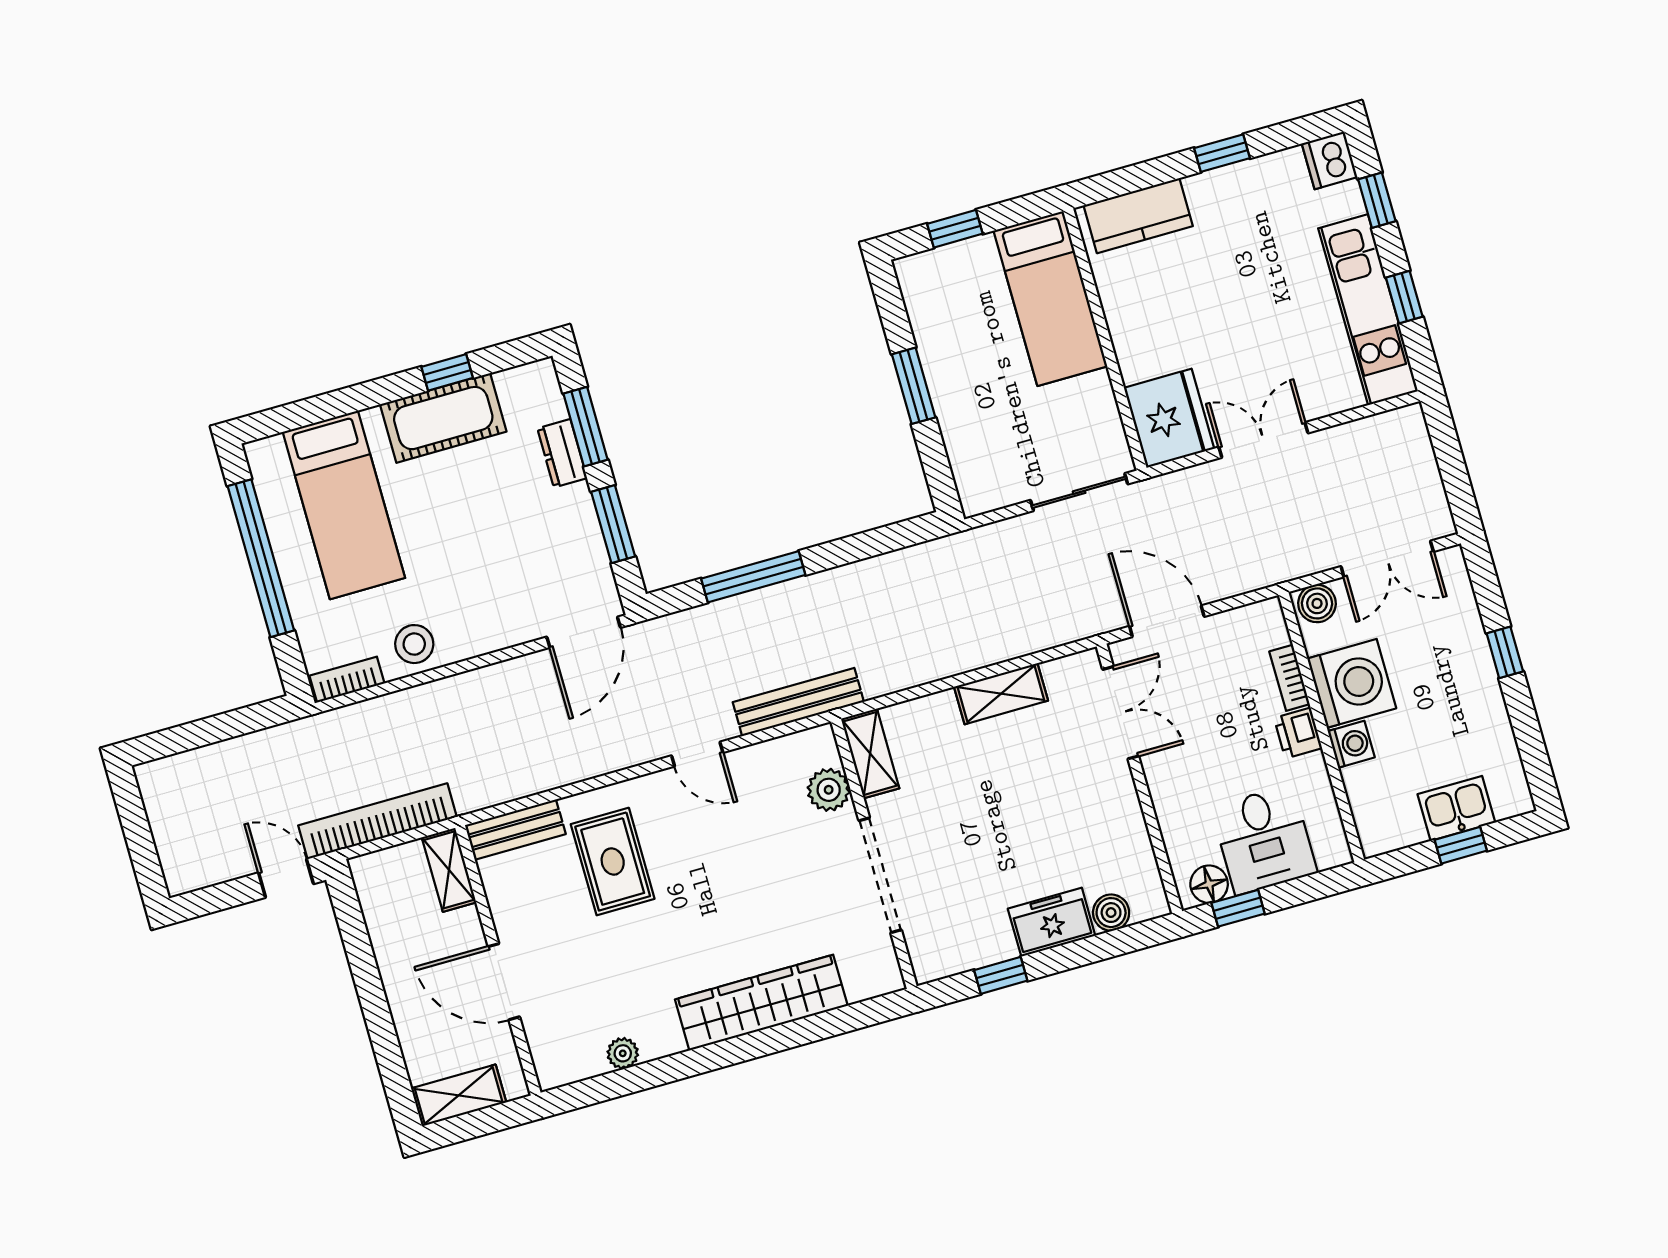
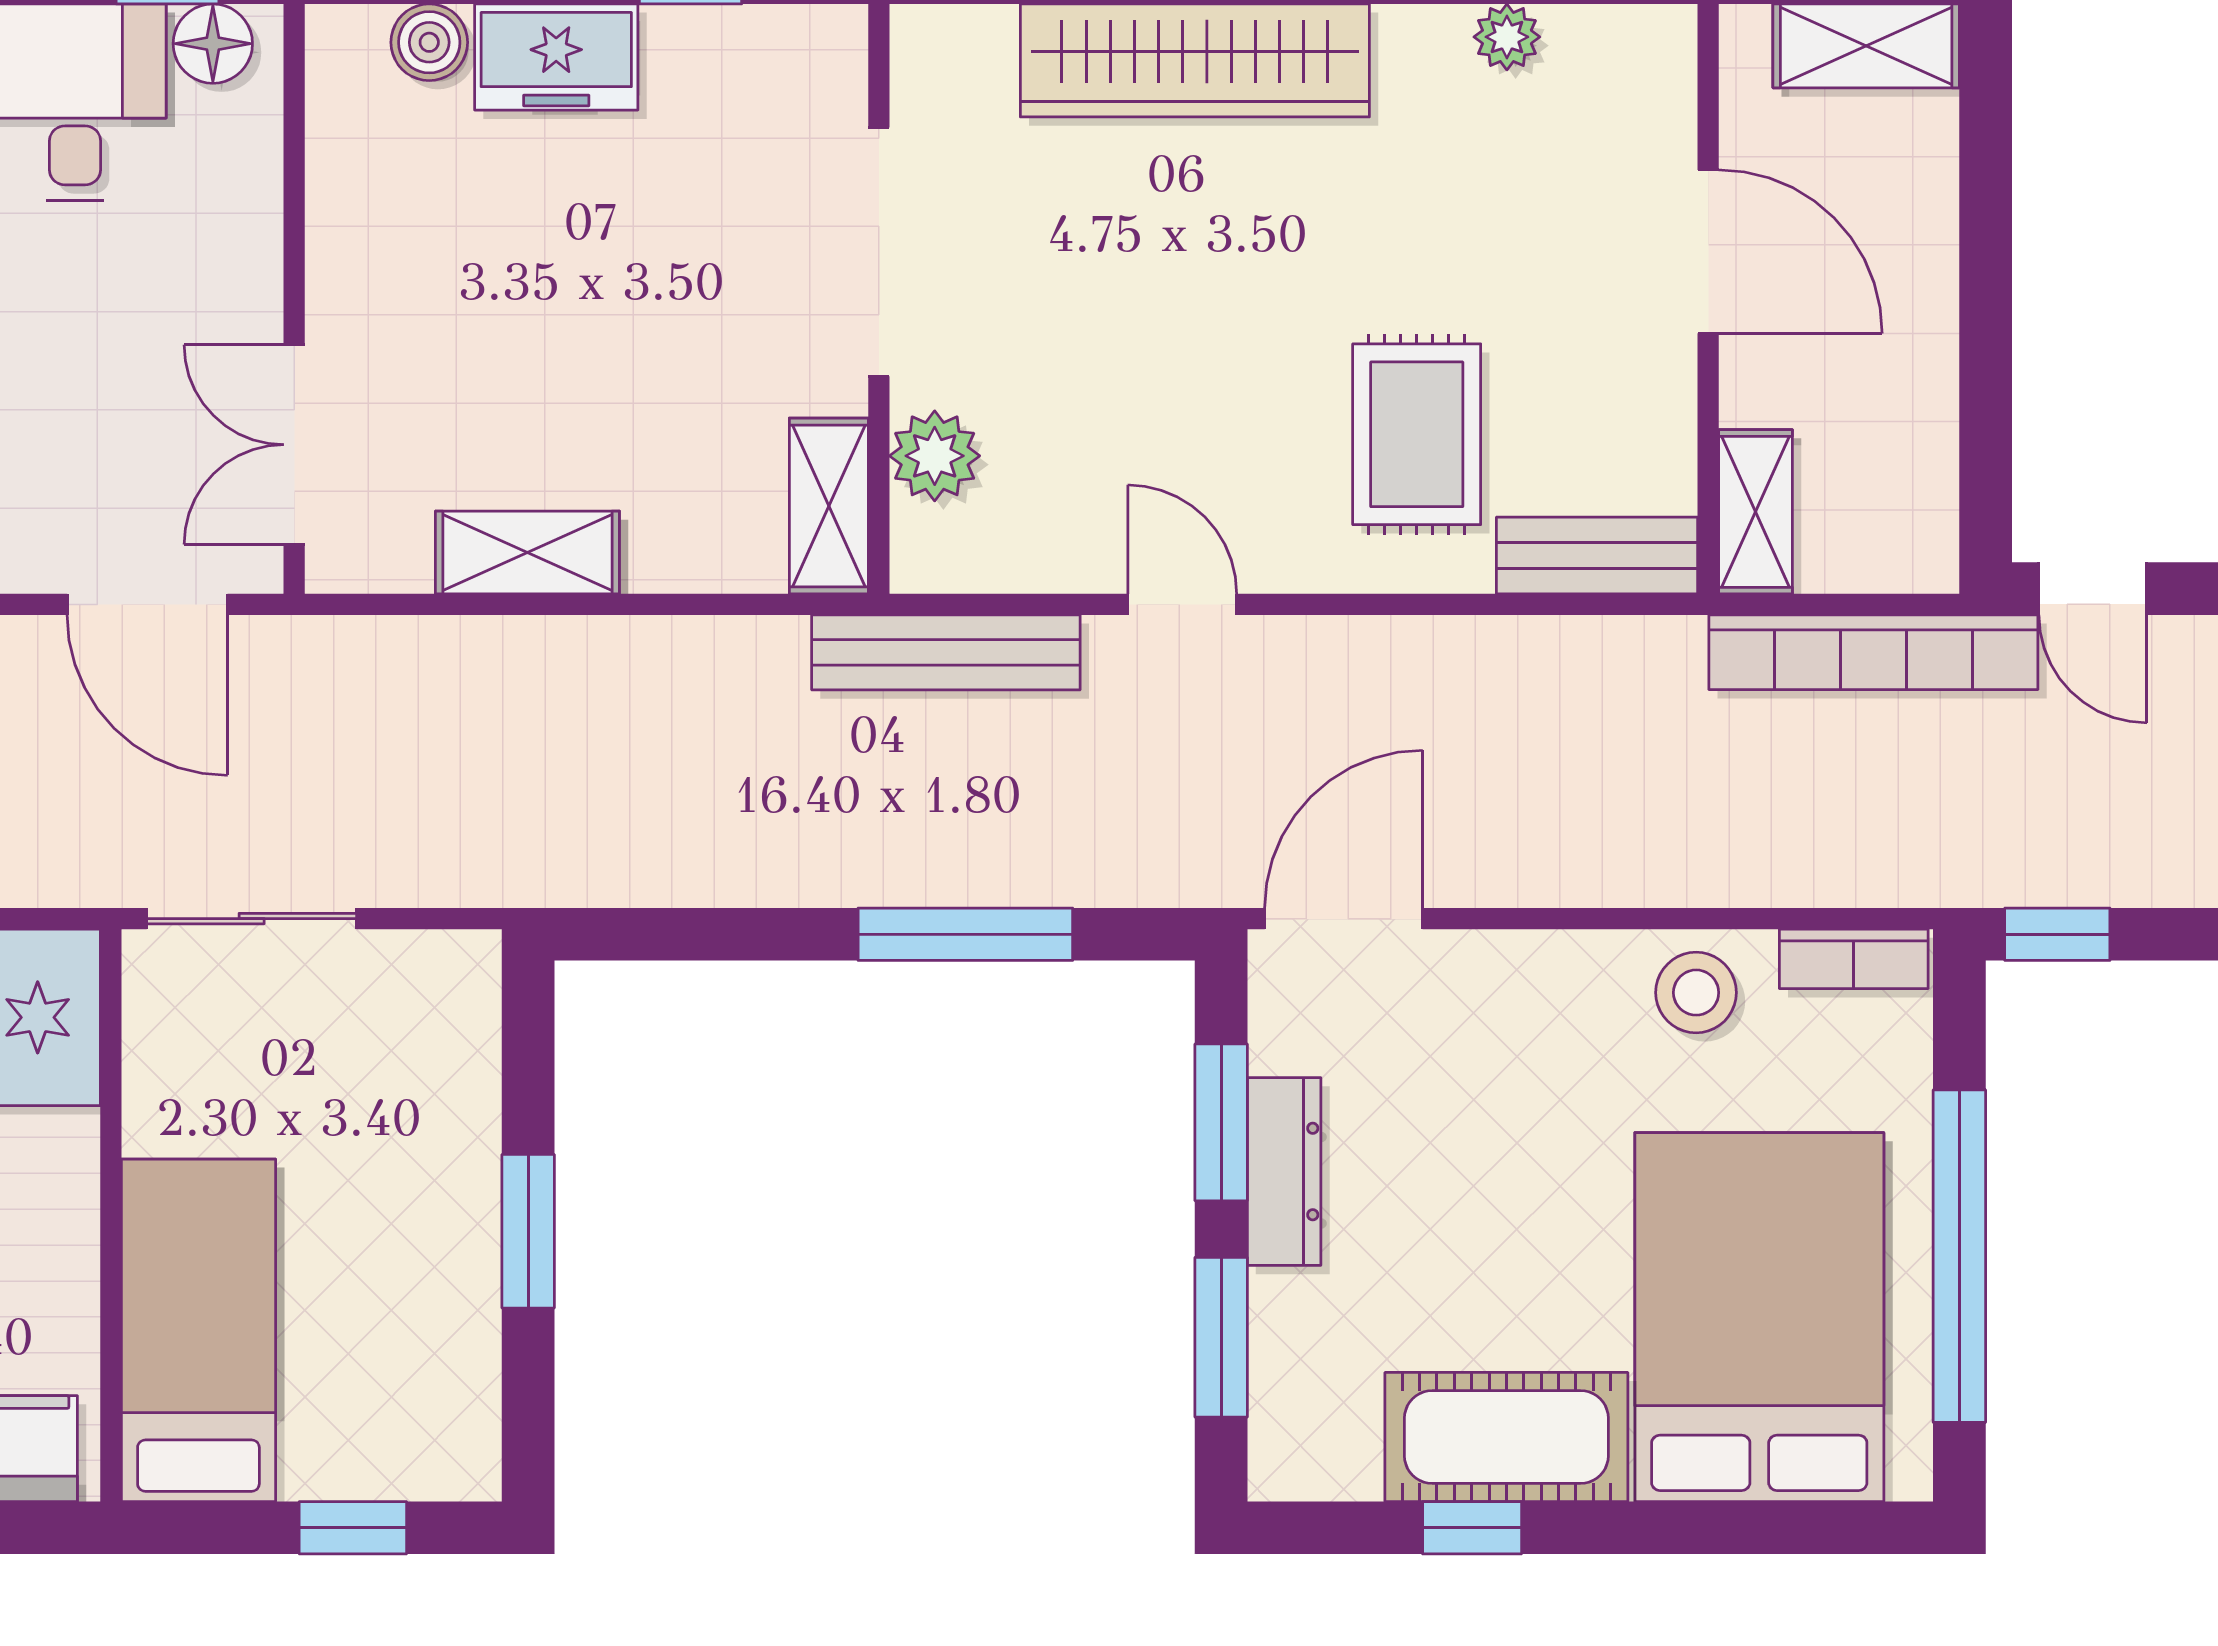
dresser: (562, 453) -> (1284, 1172), moved, width x1.44
bed: (344, 505) -> (1759, 1317), width x1.50
window: (258, 717) -> (2057, 934), added

